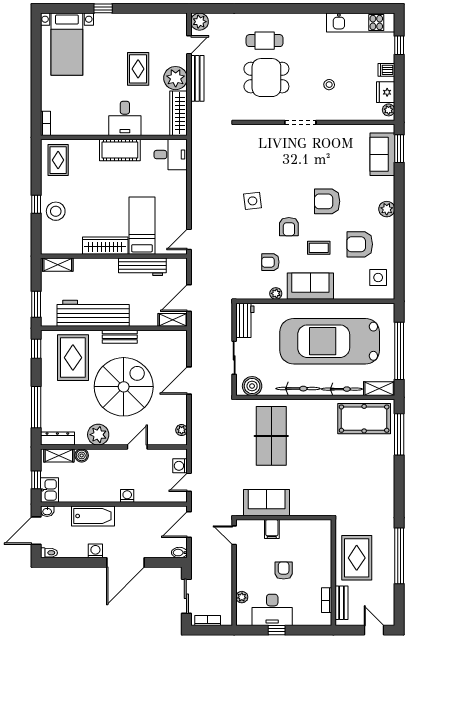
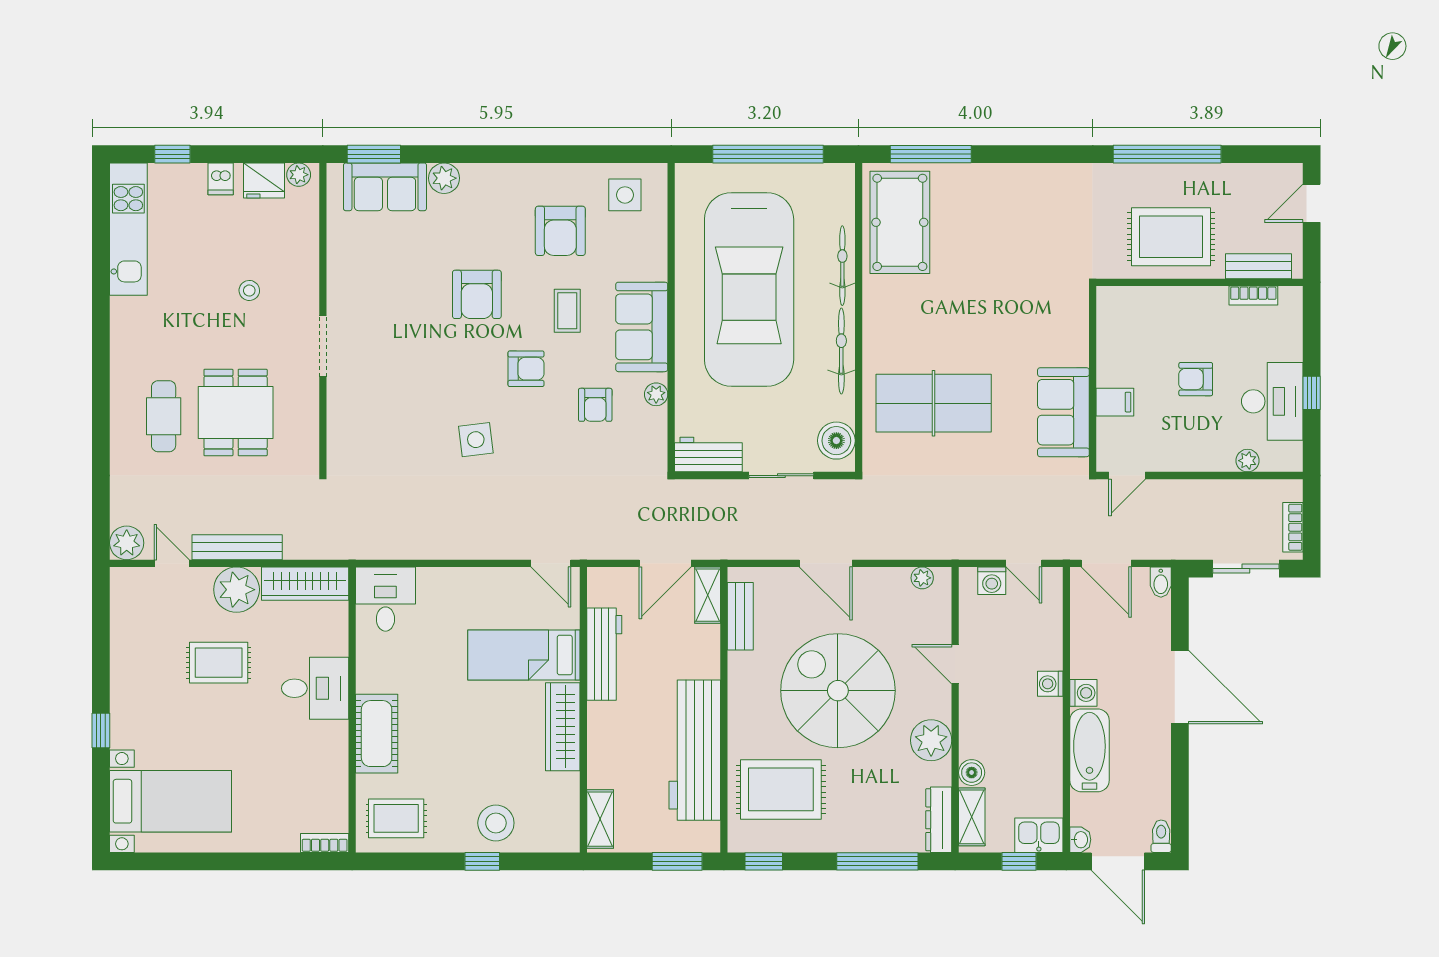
cot: (120, 150) -> (377, 734), moved
plant: (387, 209) -> (444, 178), moved
door: (189, 298) -> (665, 563), hinge flipped
bench: (120, 337) -> (740, 616), moved
shelving: (379, 389) -> (841, 193), removed
washing machine: (95, 551) -> (1083, 693), moved, turned 180

